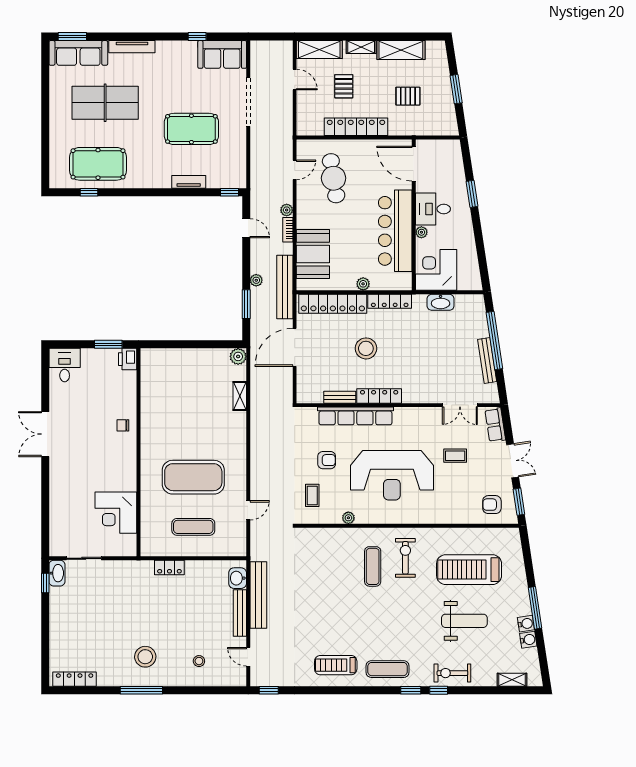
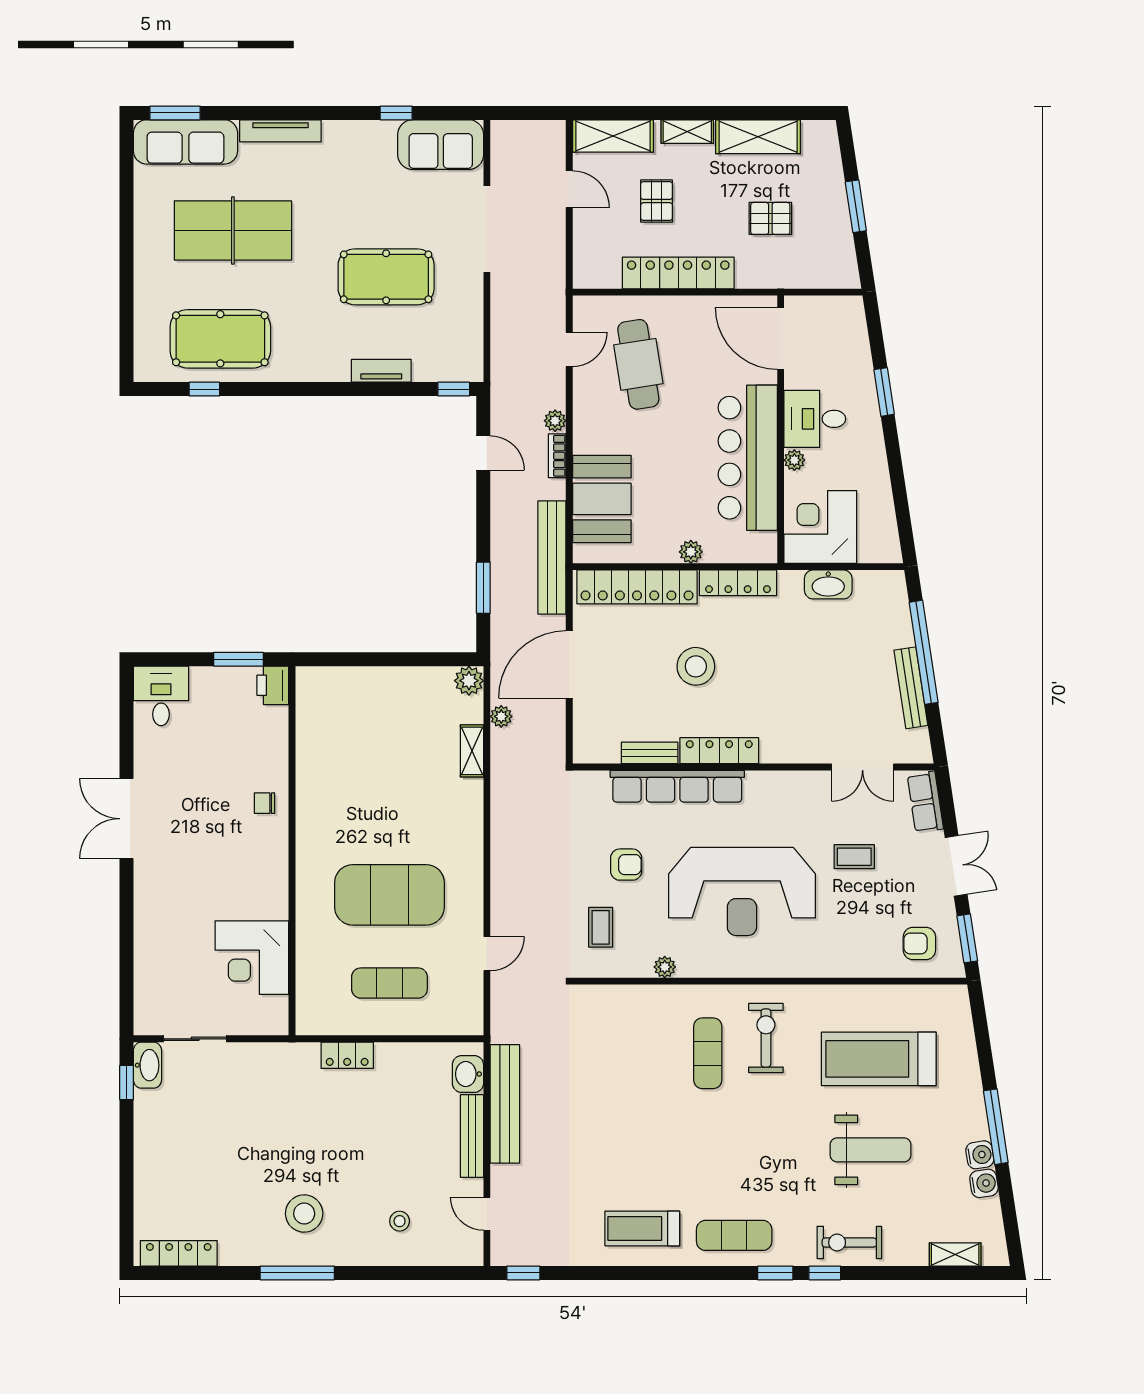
plant: (256, 280) -> (501, 716), moved

